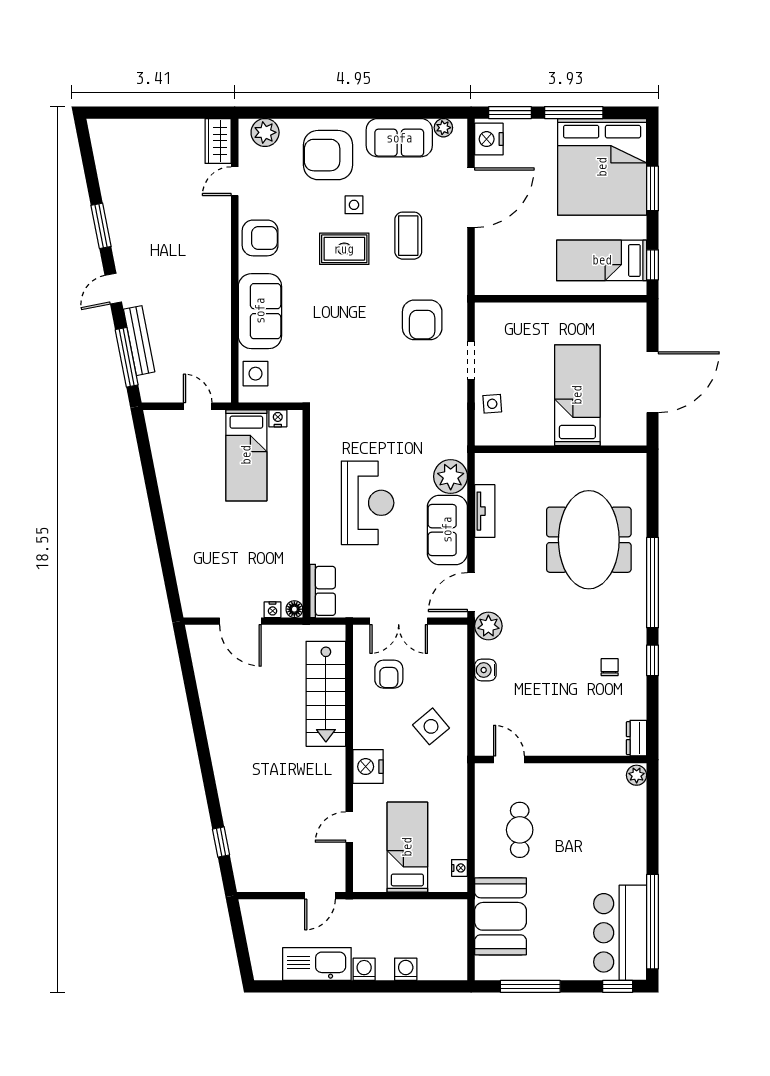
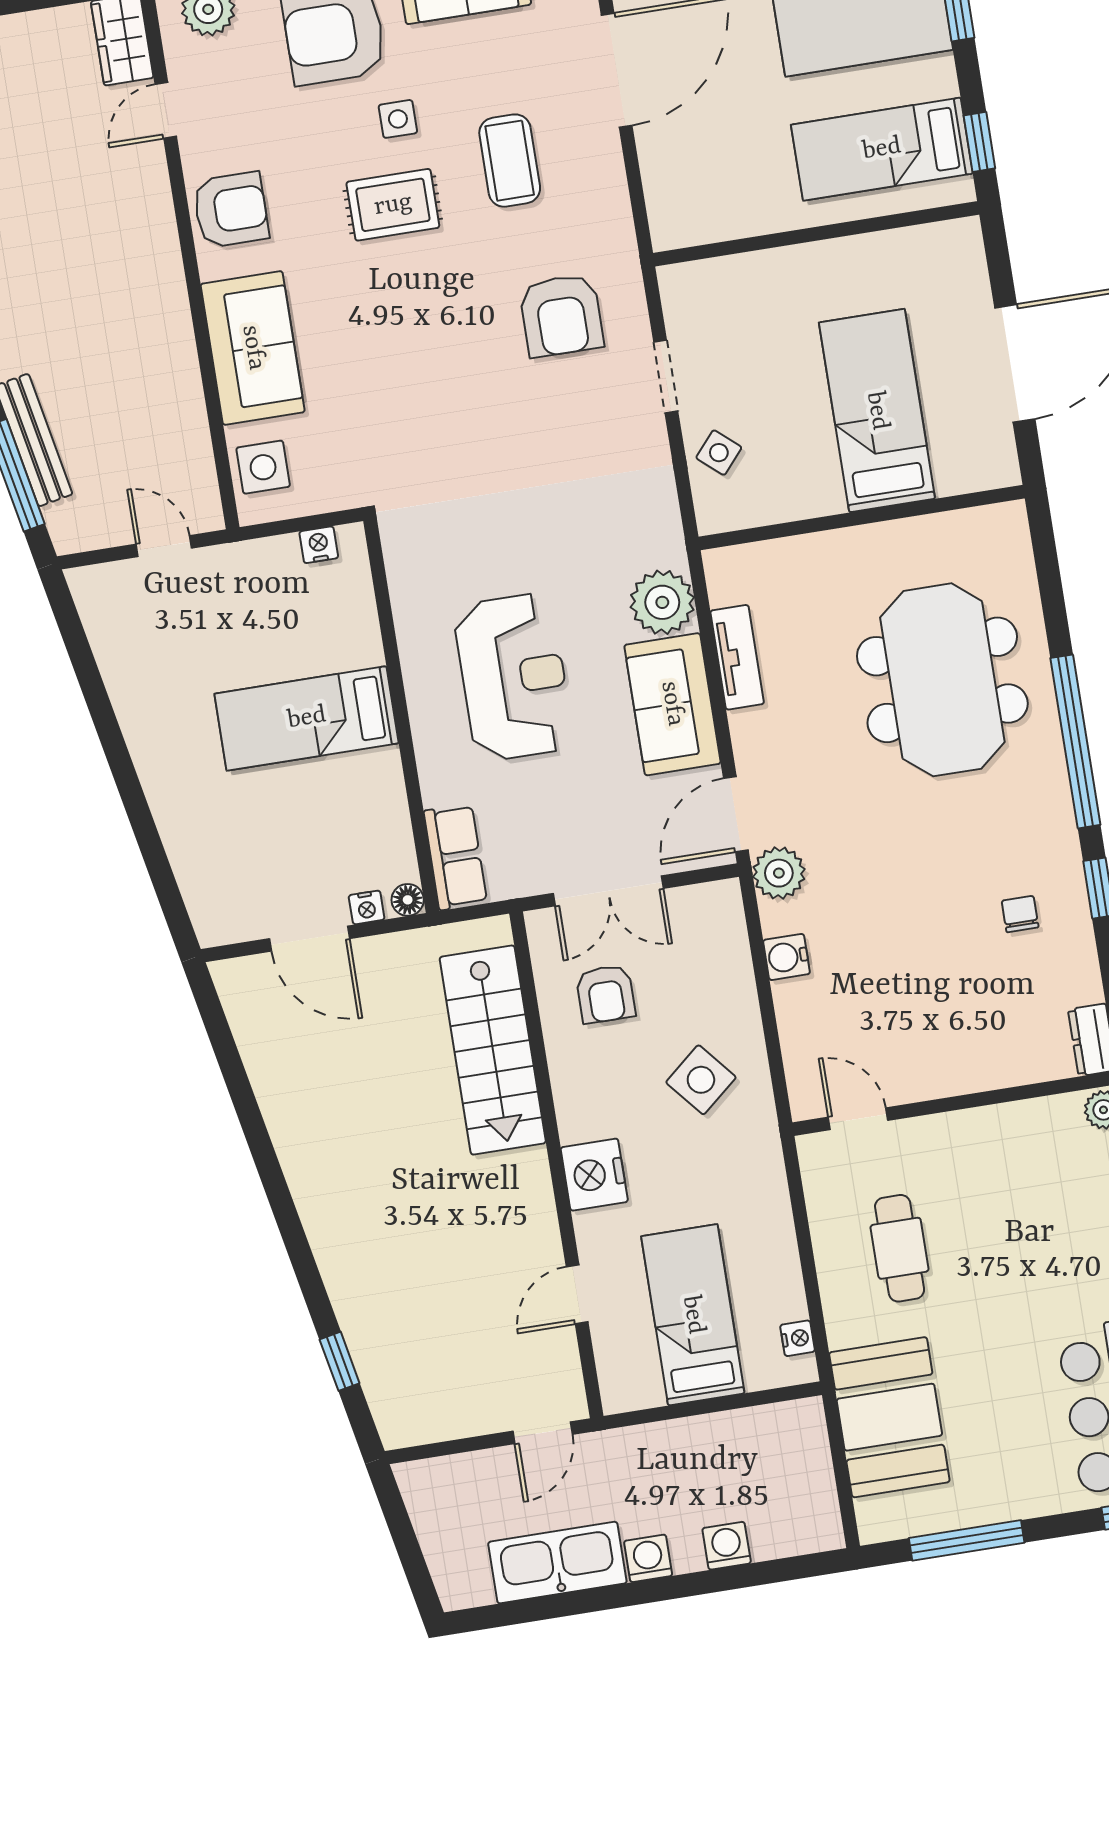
side table: (492, 404) -> (719, 453), turned 45
bed: (246, 455) -> (307, 718), moved, turned 90

